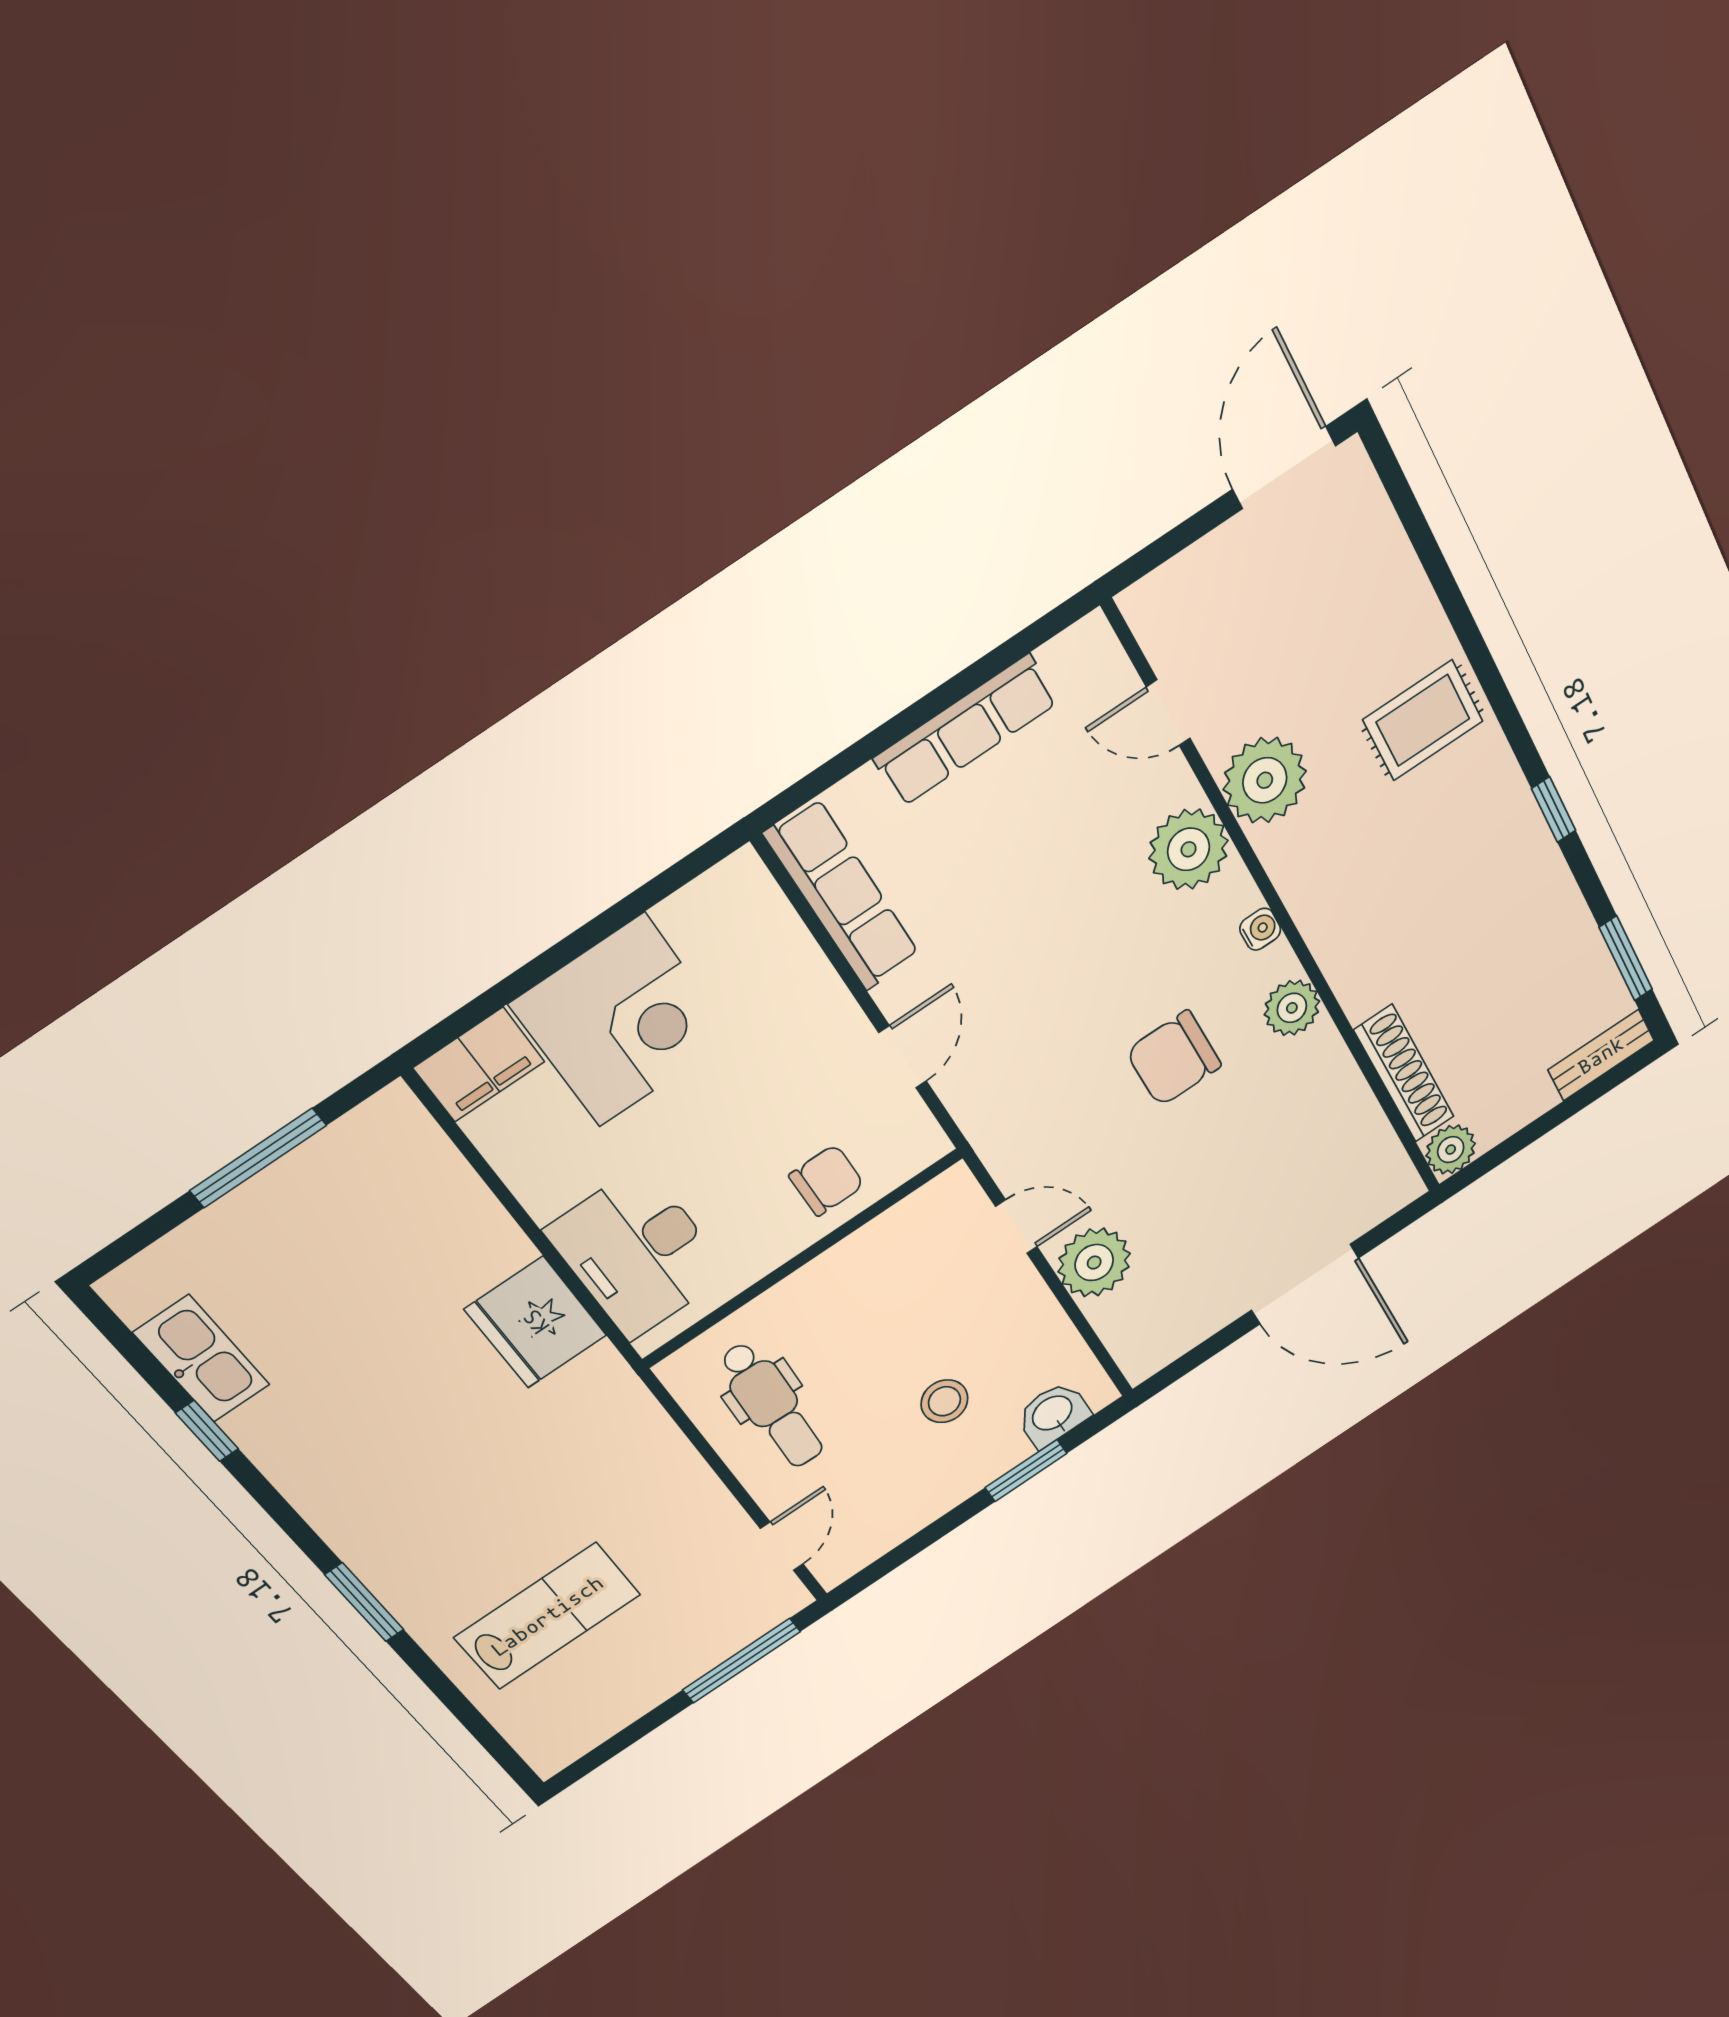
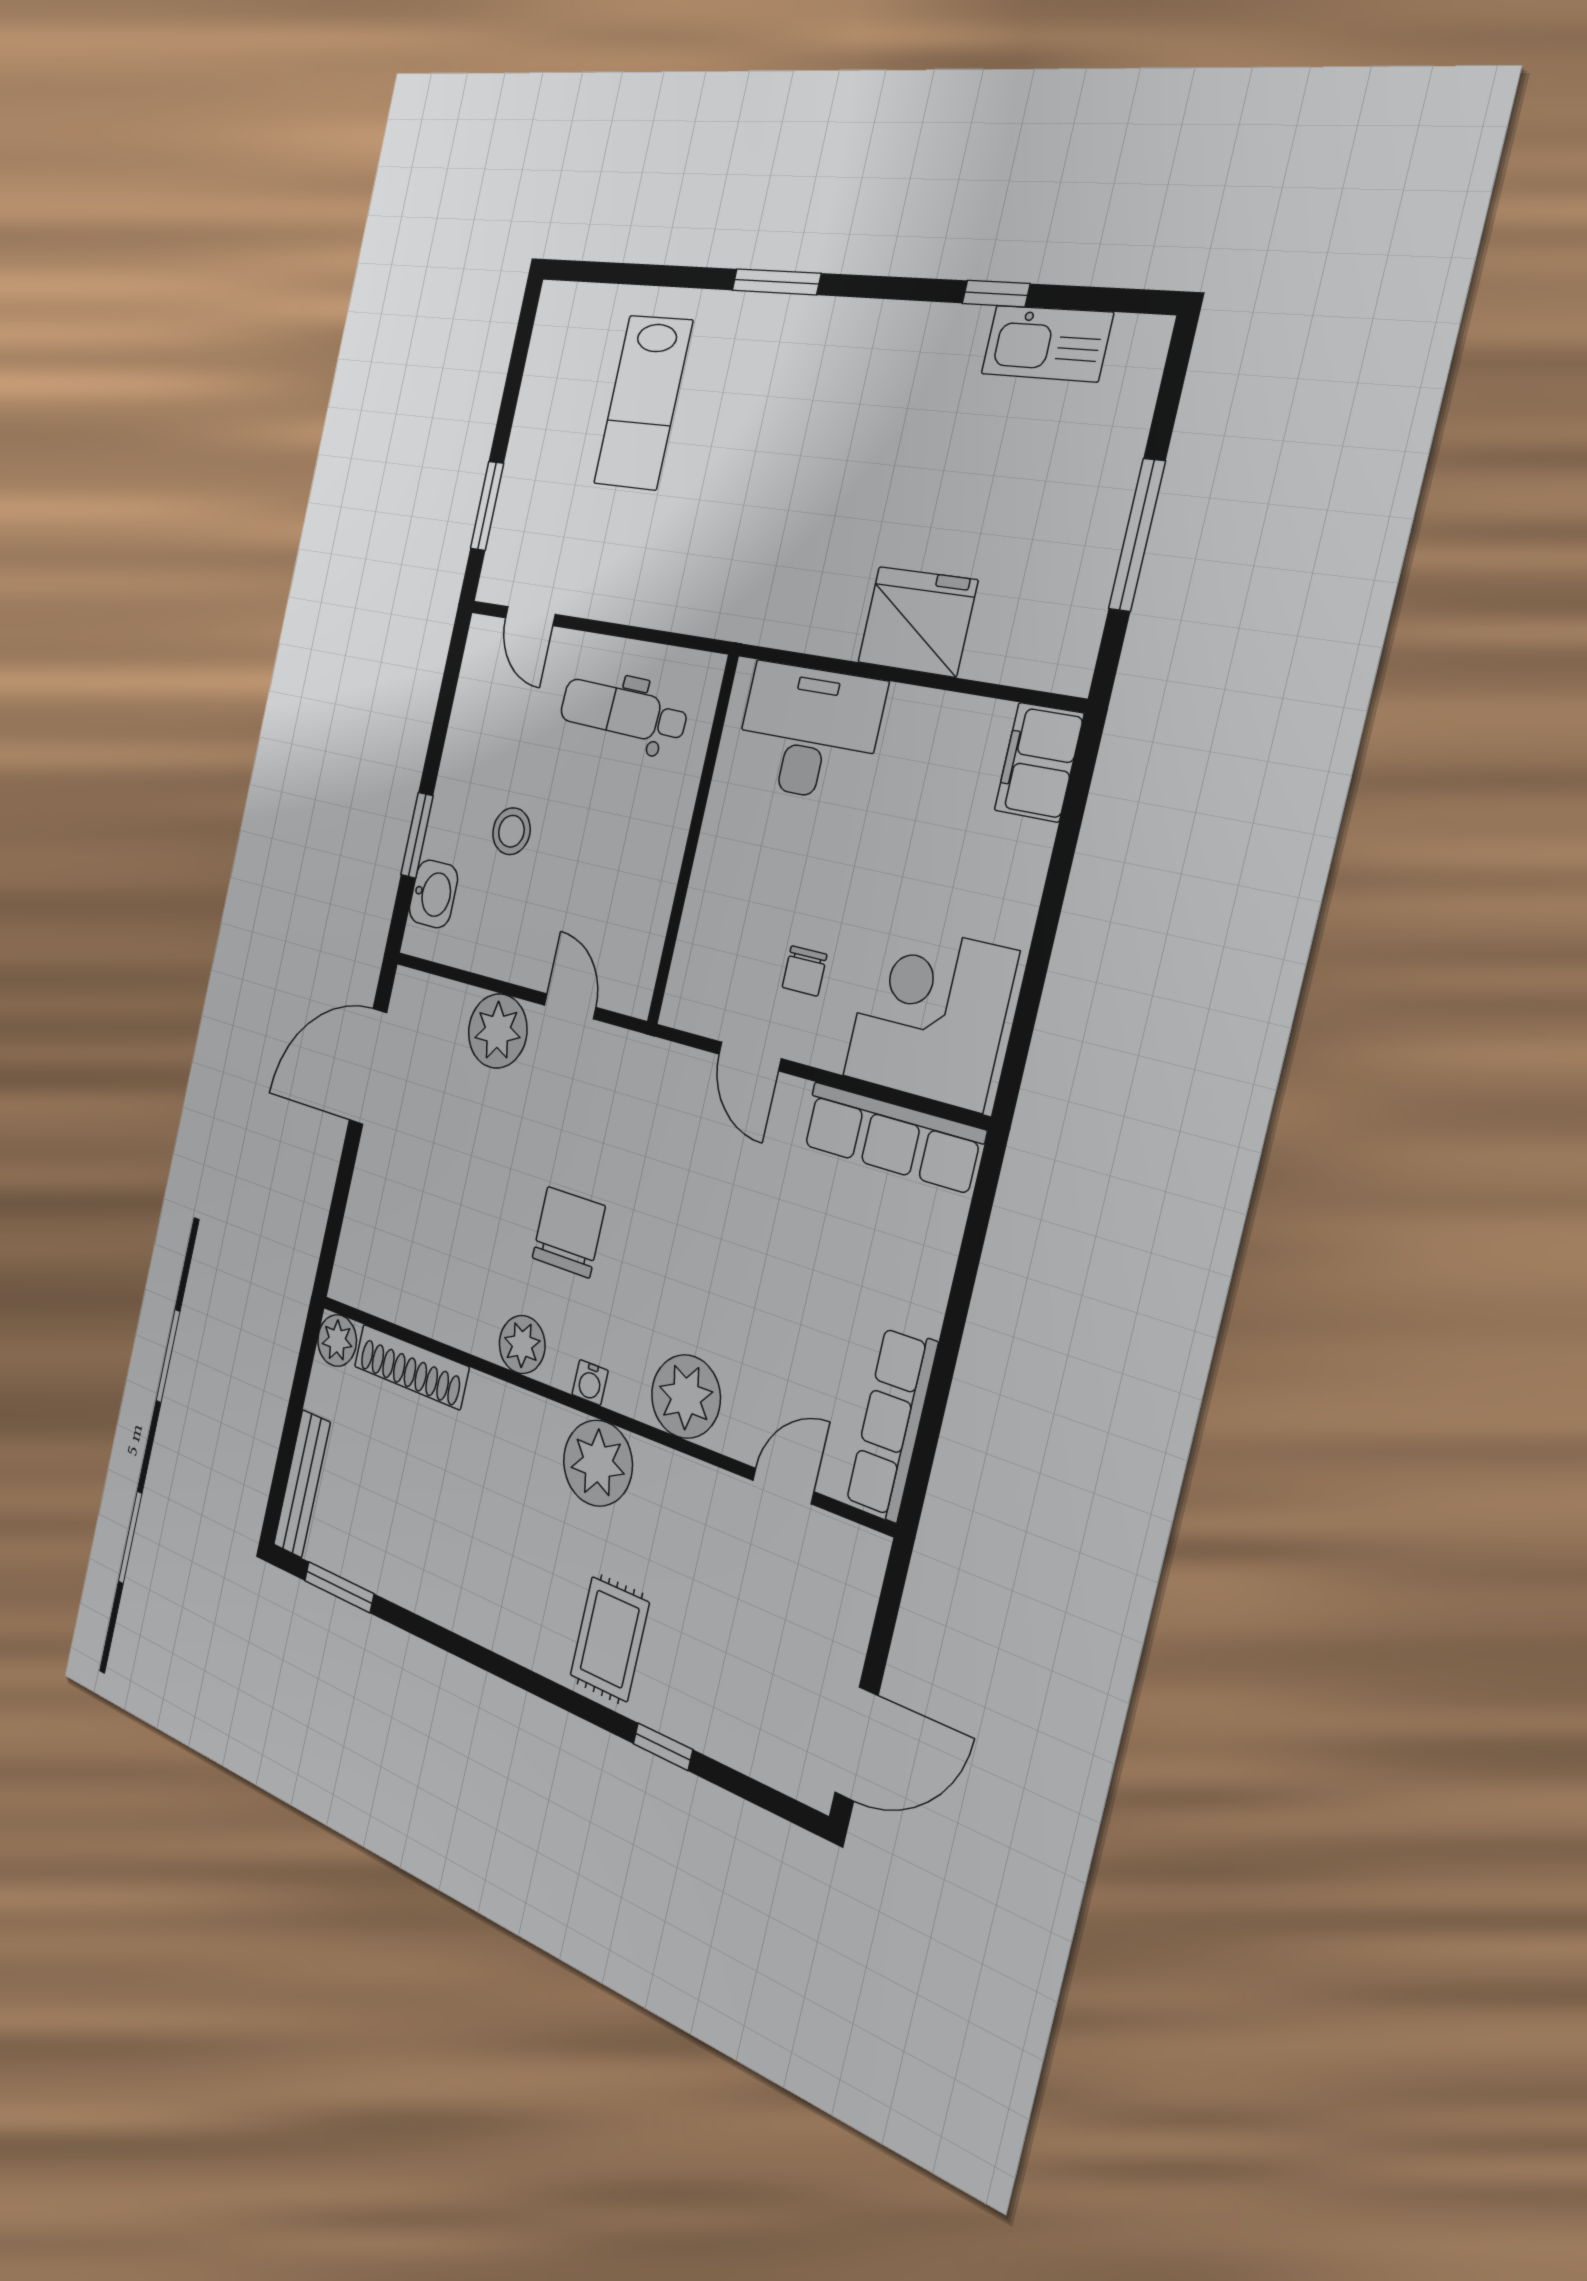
door: (1284, 468) -> (856, 1744), hinge flipped
row of seats: (966, 730) -> (892, 1423), moved
plant: (1265, 780) -> (598, 1463), moved
window: (1554, 810) -> (663, 1747), moved
corner desk: (622, 1021) -> (930, 1014), moved, turned 90
bench: (1601, 1055) -> (302, 1484), width x1.36
chair: (827, 1180) -> (804, 971), moved, width x0.73, depth x0.73
door: (1016, 1227) -> (570, 1006), swing flipped
door: (1305, 1284) -> (368, 1066), moved
fridge: (536, 1322) -> (917, 622), moved
window: (742, 1661) -> (487, 506), width x0.69

